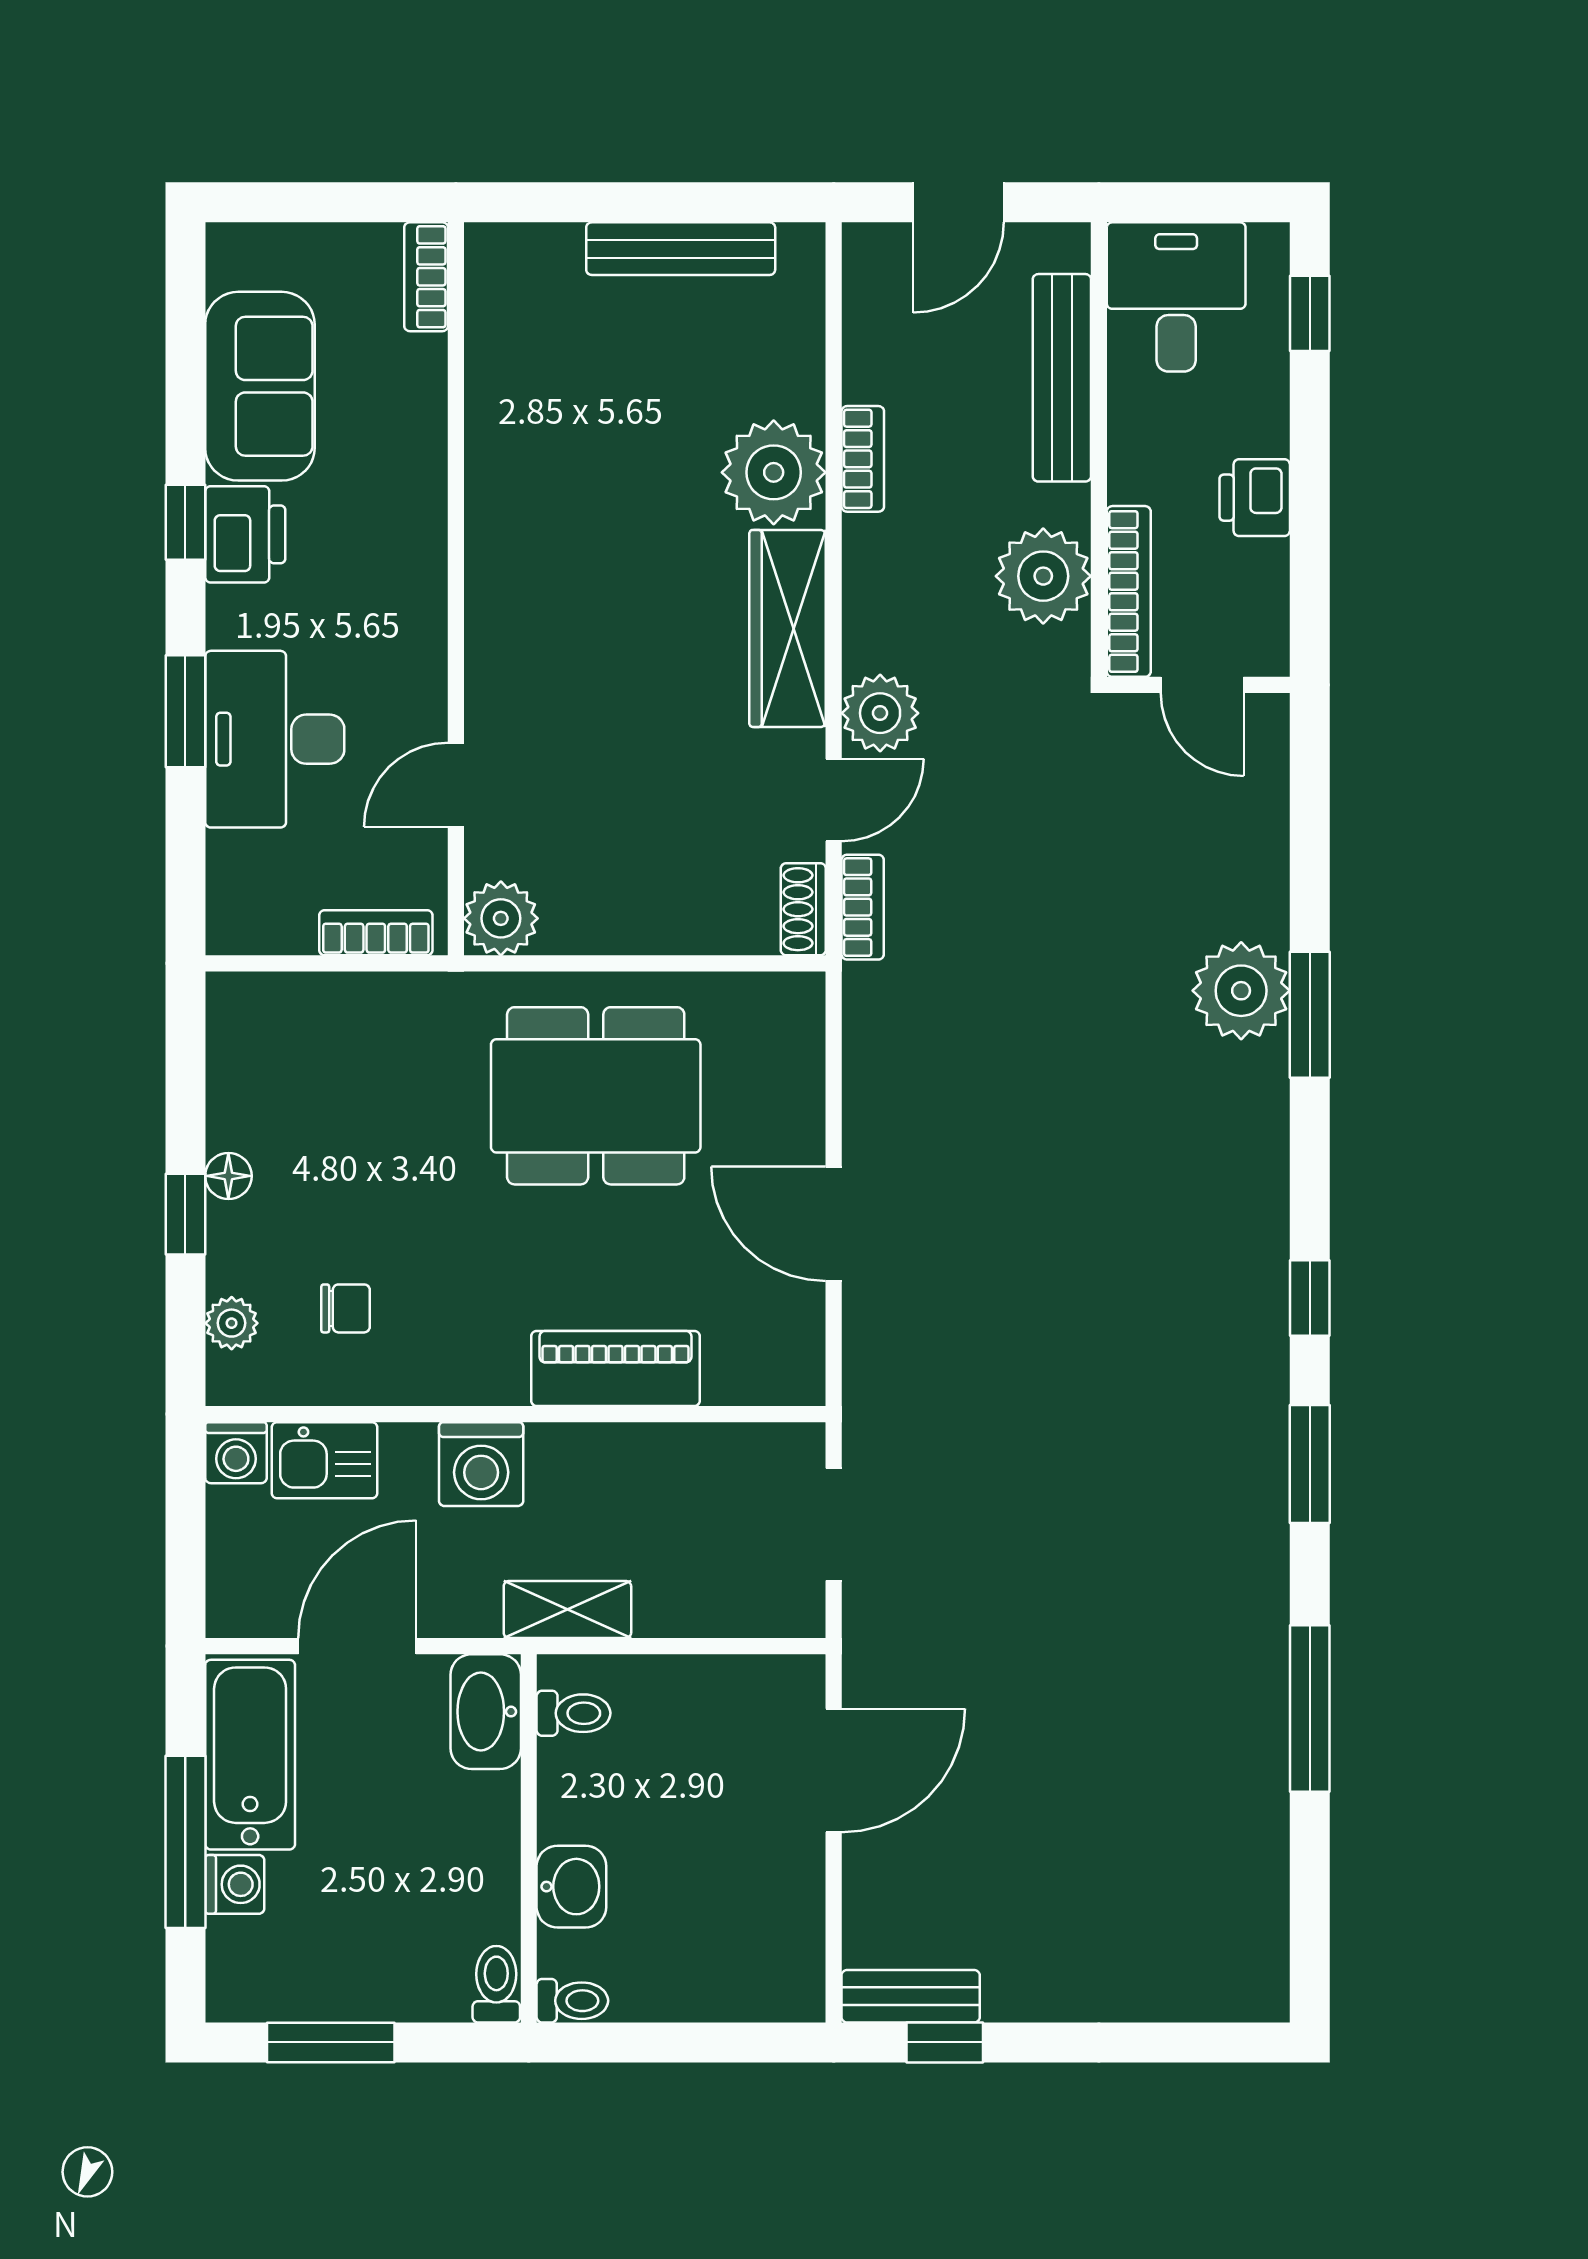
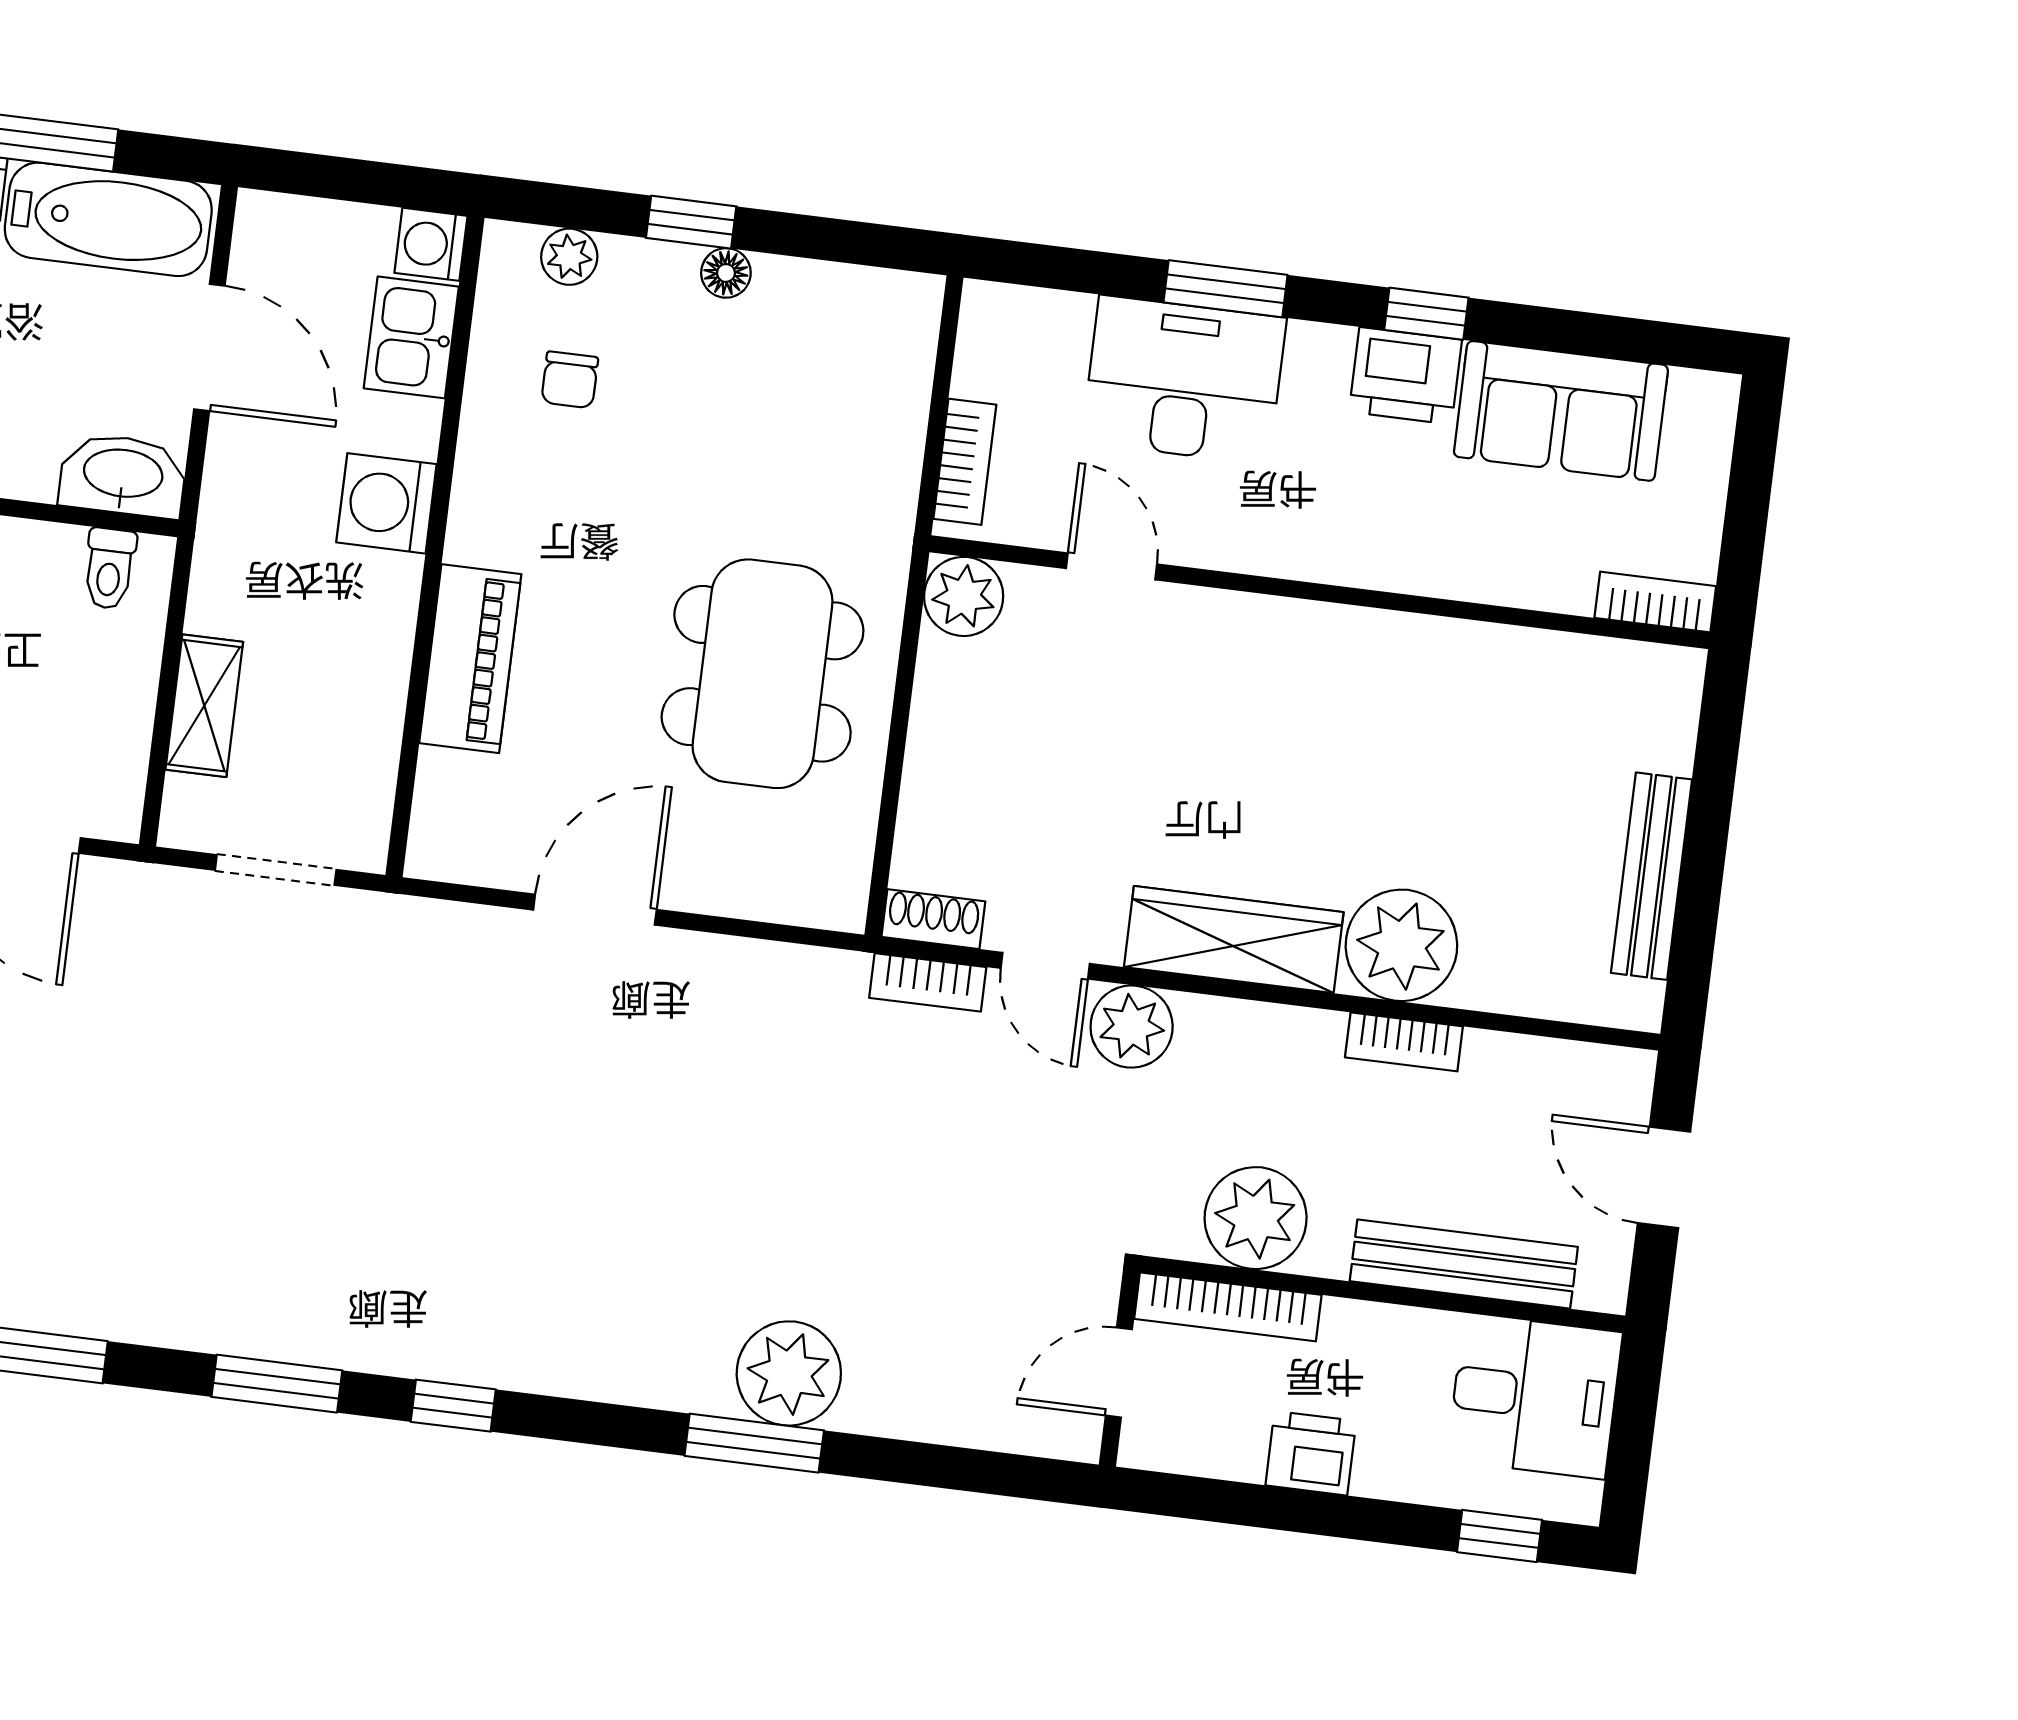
shelving: (567, 1609) -> (204, 706), moved

